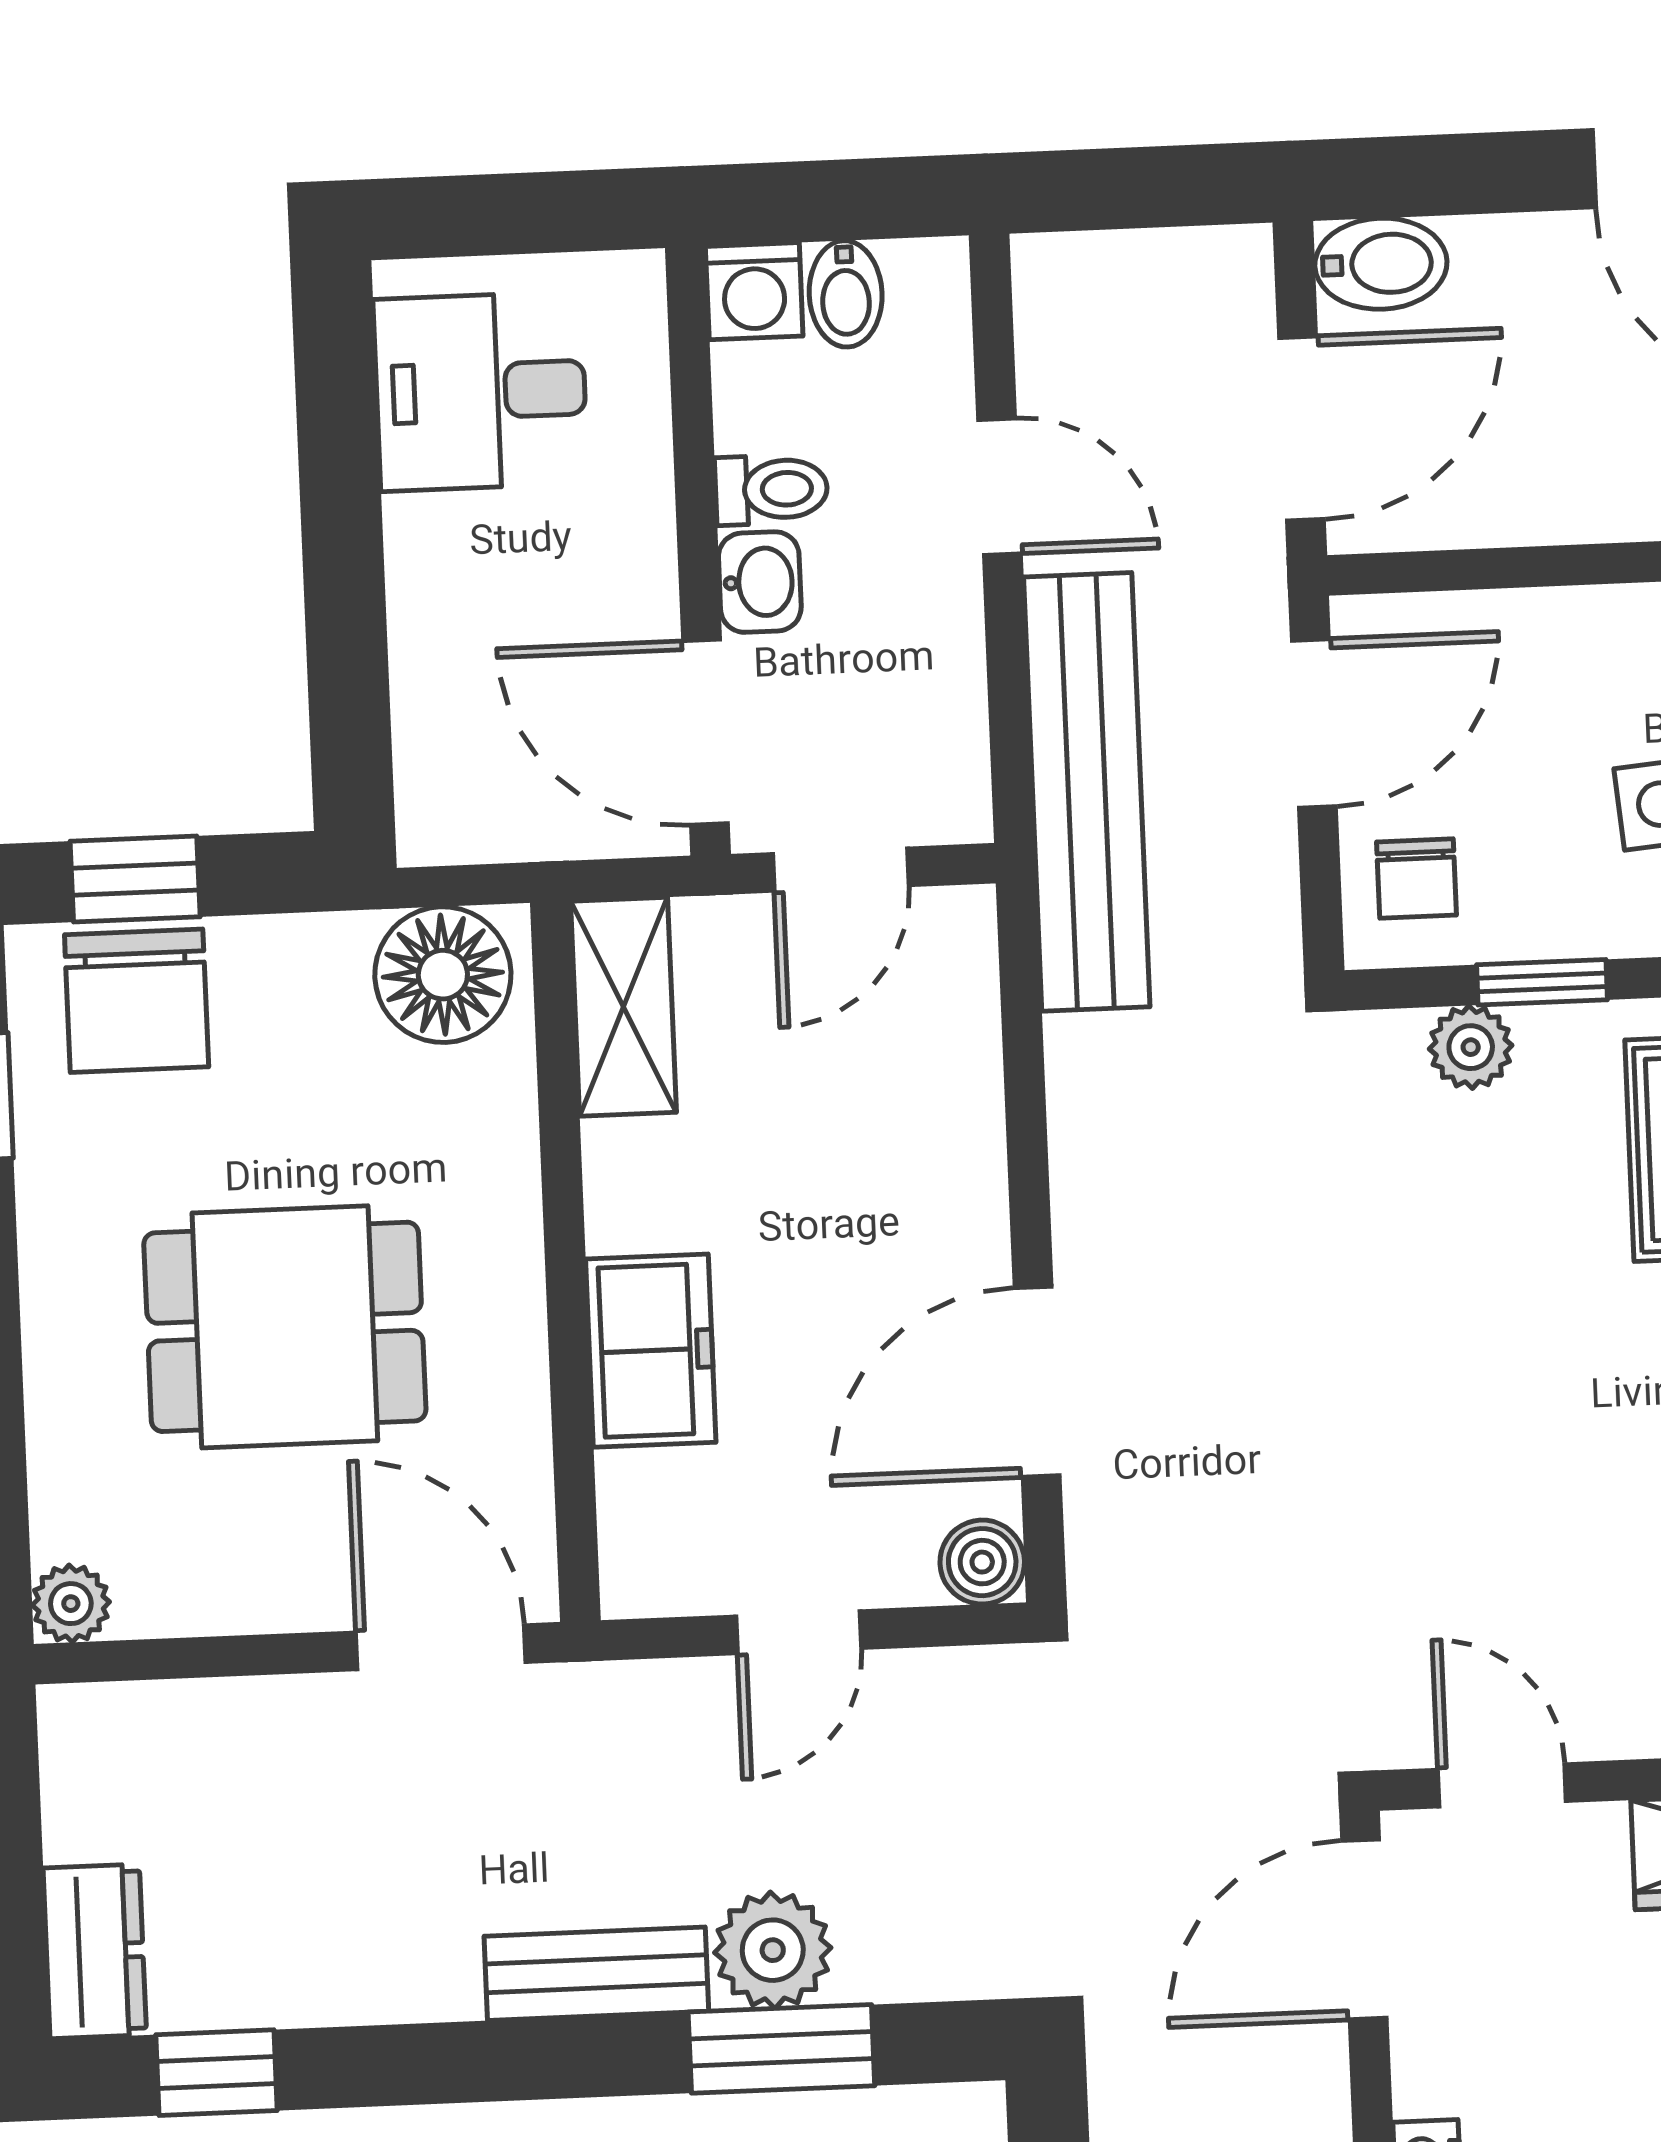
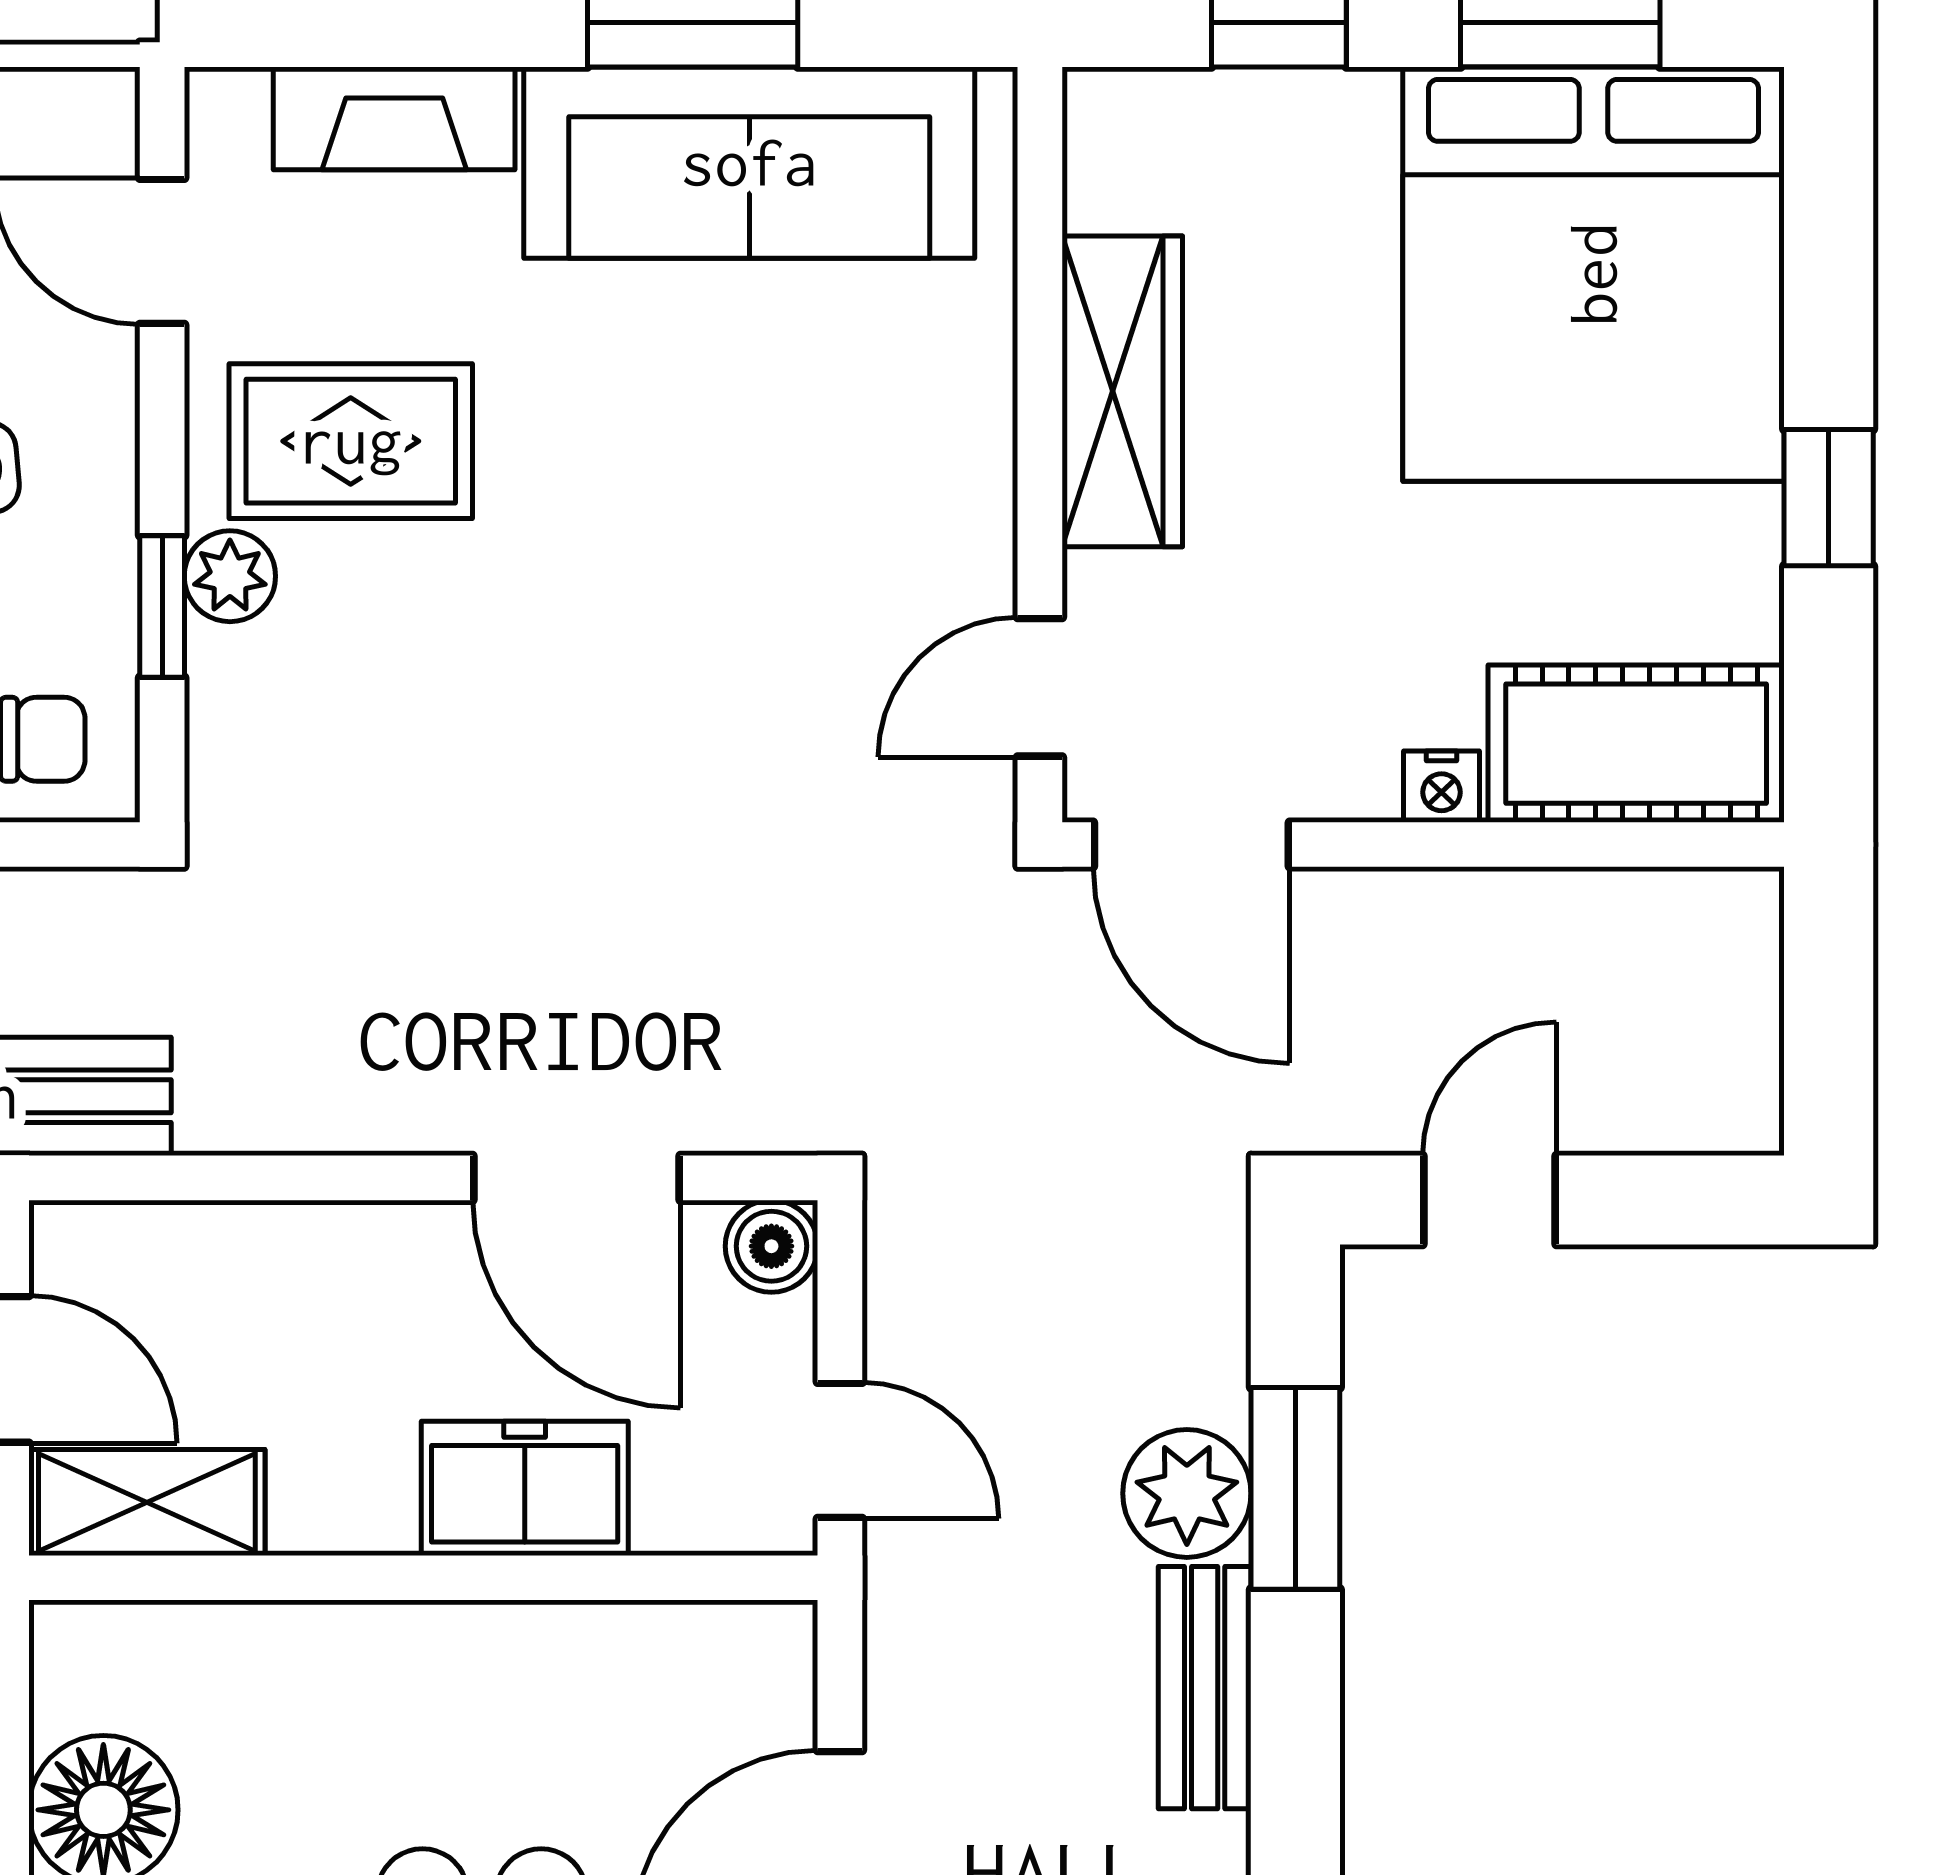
shelving: (624, 1007) -> (147, 1502), moved
plant: (1471, 1047) -> (230, 576), moved
wall: (565, 1262) -> (423, 1578), moved
freezer: (651, 1351) -> (525, 1488), moved

